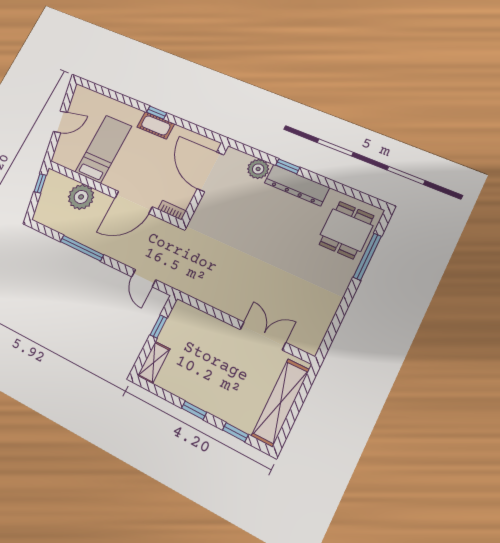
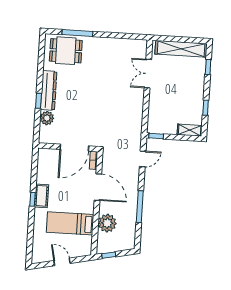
door: (211, 172) -> (74, 148), moved
window: (159, 327) -> (156, 136), moved
window: (194, 410) -> (206, 108), moved

